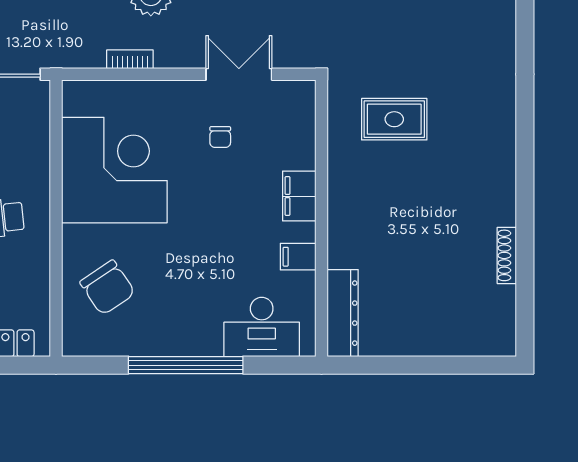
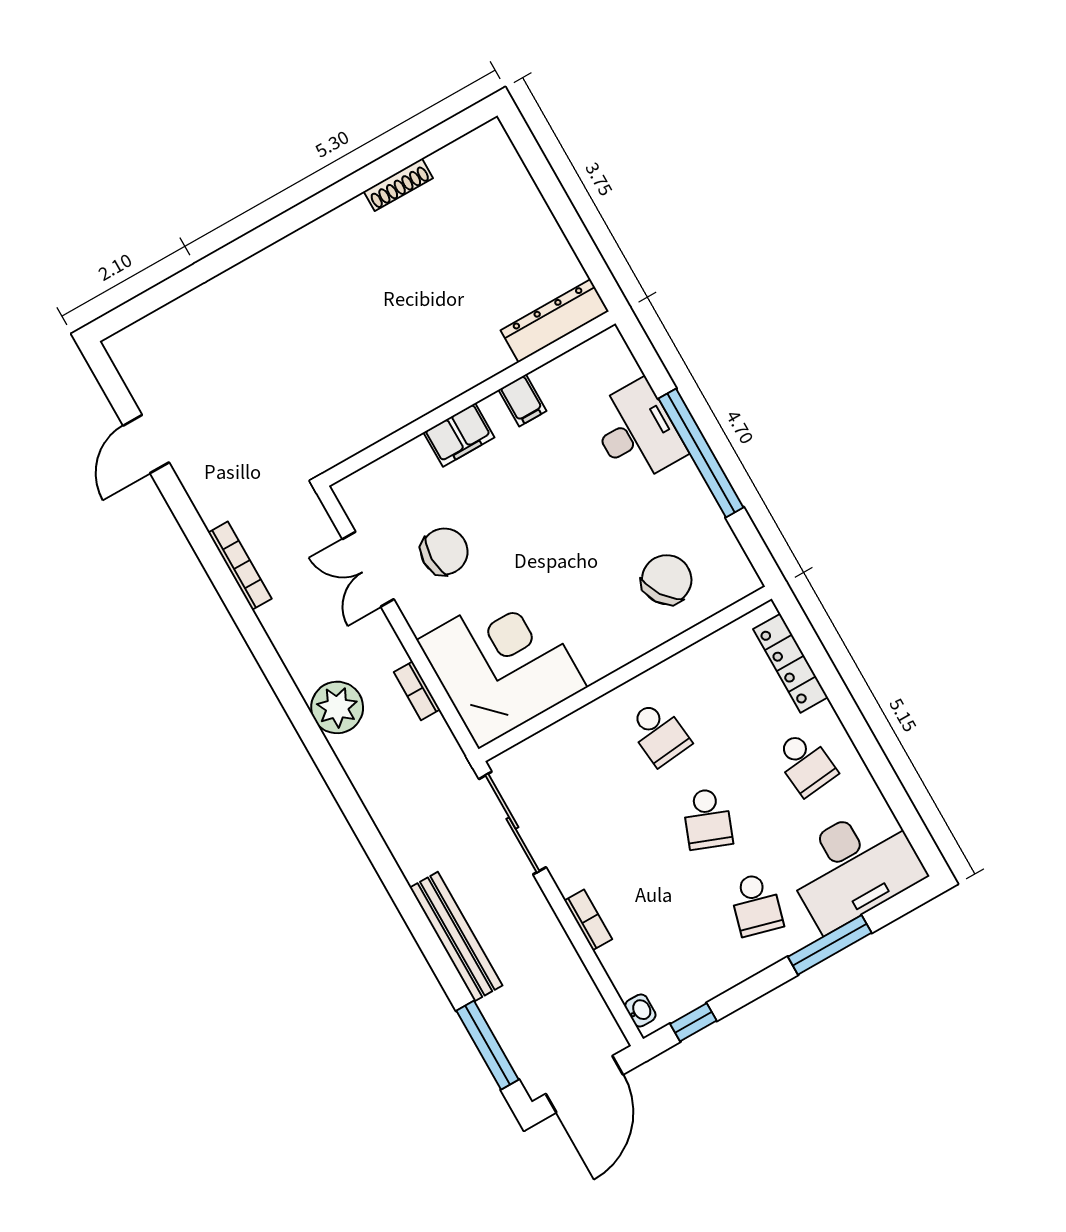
rug: (394, 119) -> (323, 382), removed
chair: (220, 137) -> (444, 551), width x1.87, depth x1.87
corner desk: (114, 170) -> (502, 664), moved, turned 90
desk: (262, 327) -> (637, 432), moved

